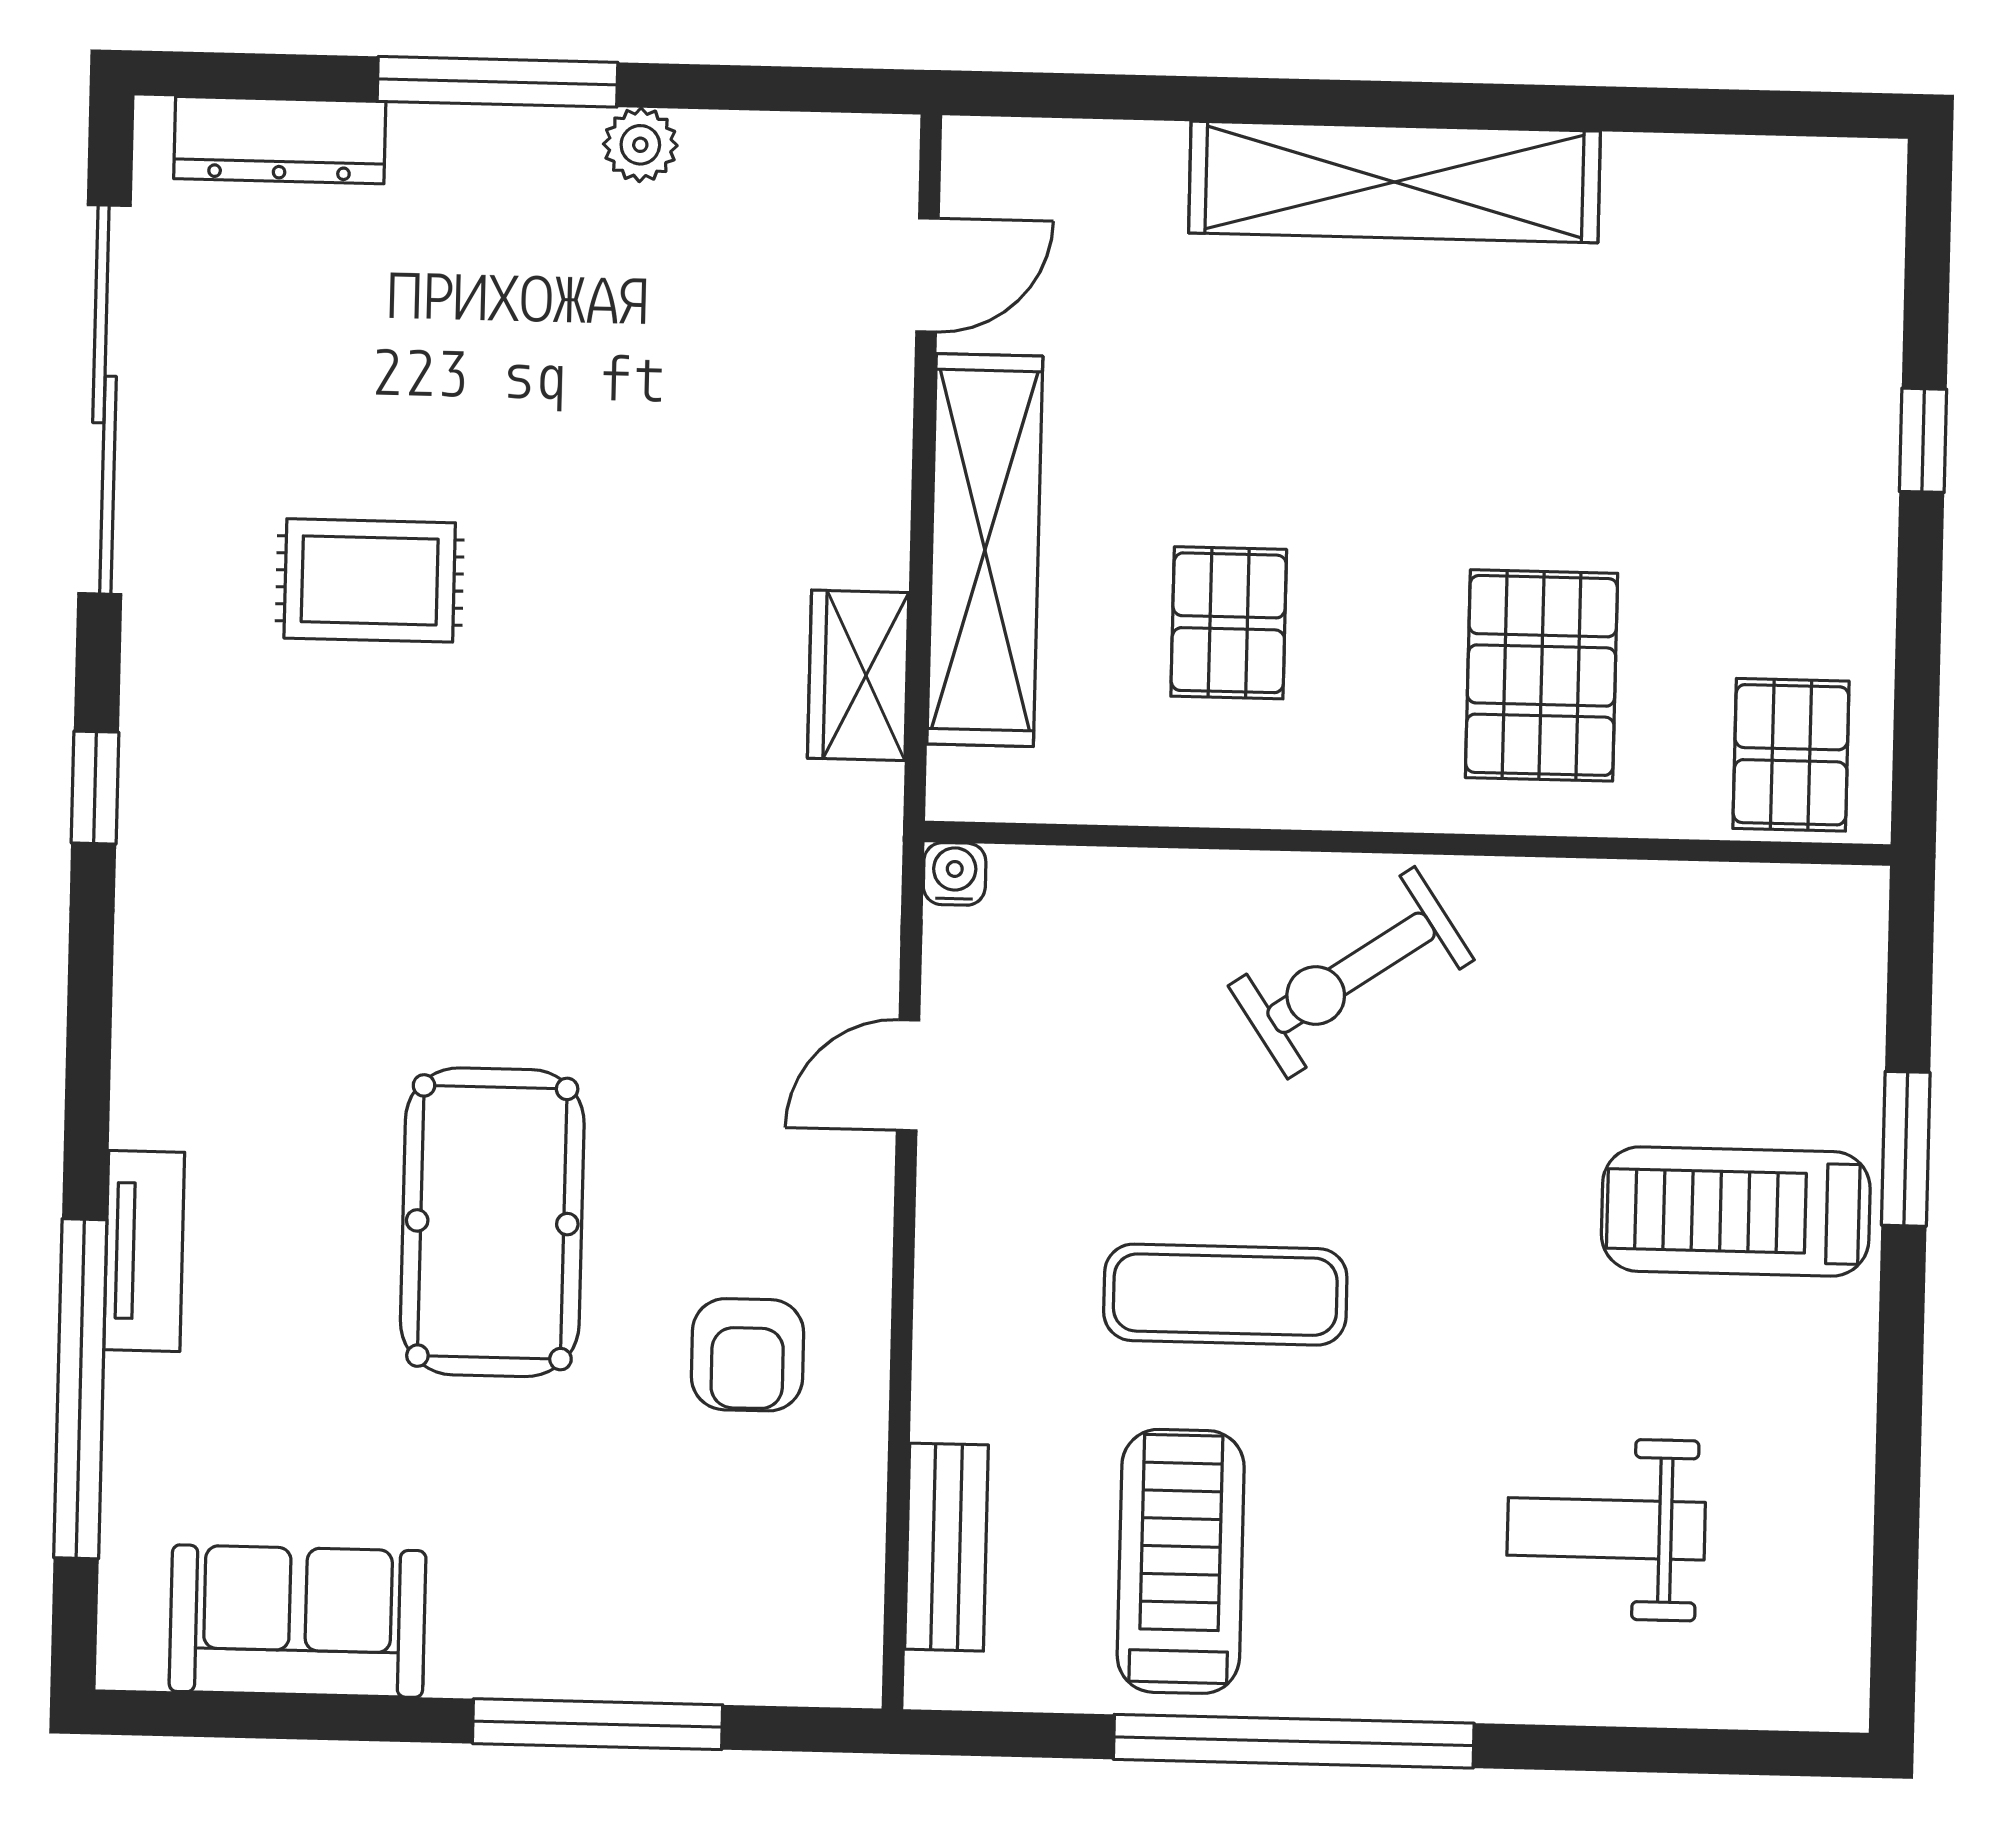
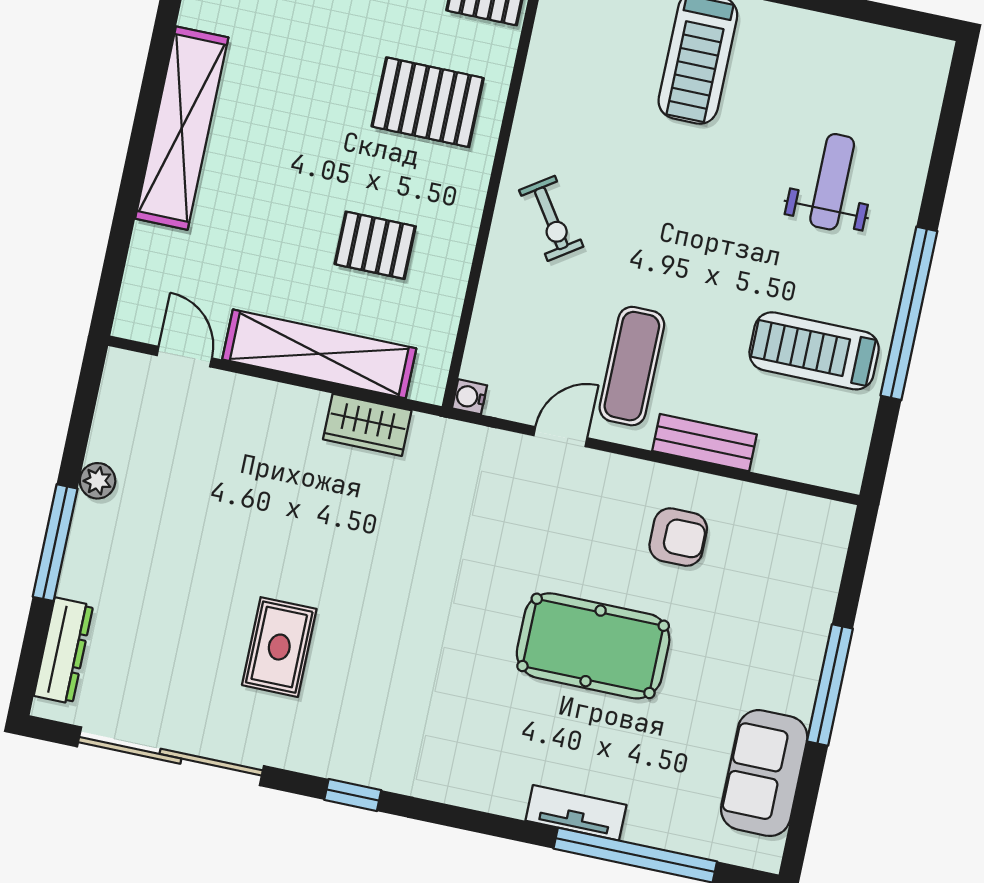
exercise bike: (1351, 973) -> (551, 218), width x0.73, depth x0.72
door: (908, 1075) -> (560, 437), swing flipped
exercise mat: (1225, 1295) -> (632, 366), moved
weight bench: (1606, 1529) -> (832, 182), moved, turned 180
bench: (947, 1547) -> (705, 443), moved
window: (598, 1724) -> (830, 685), moved

